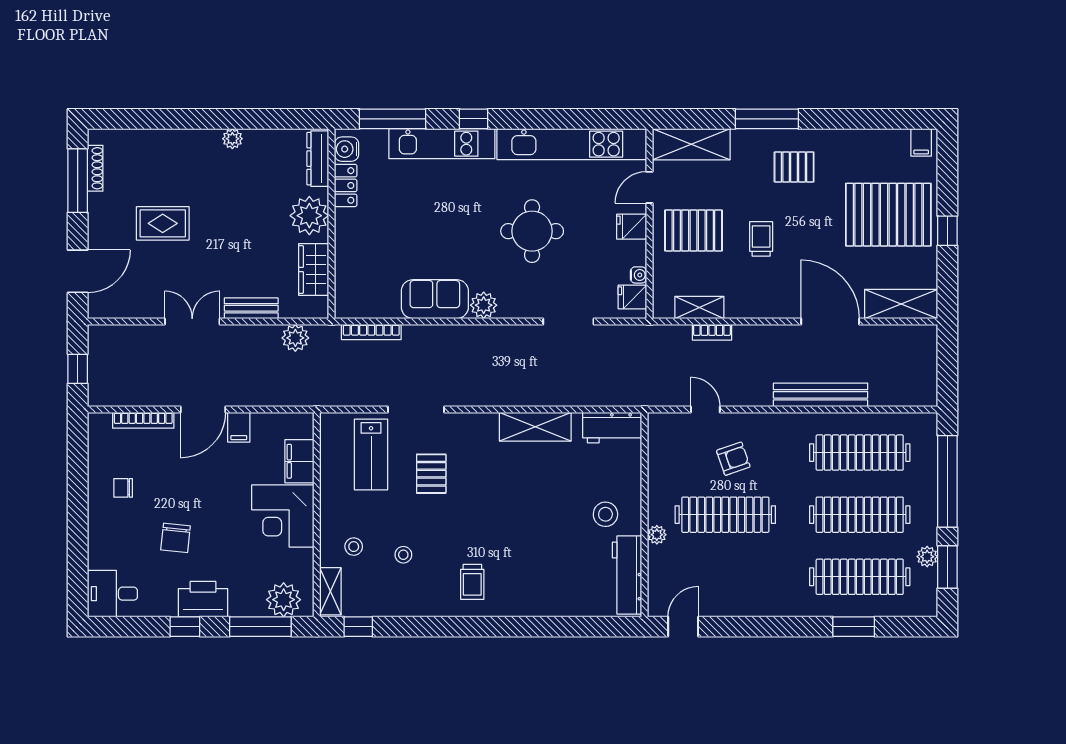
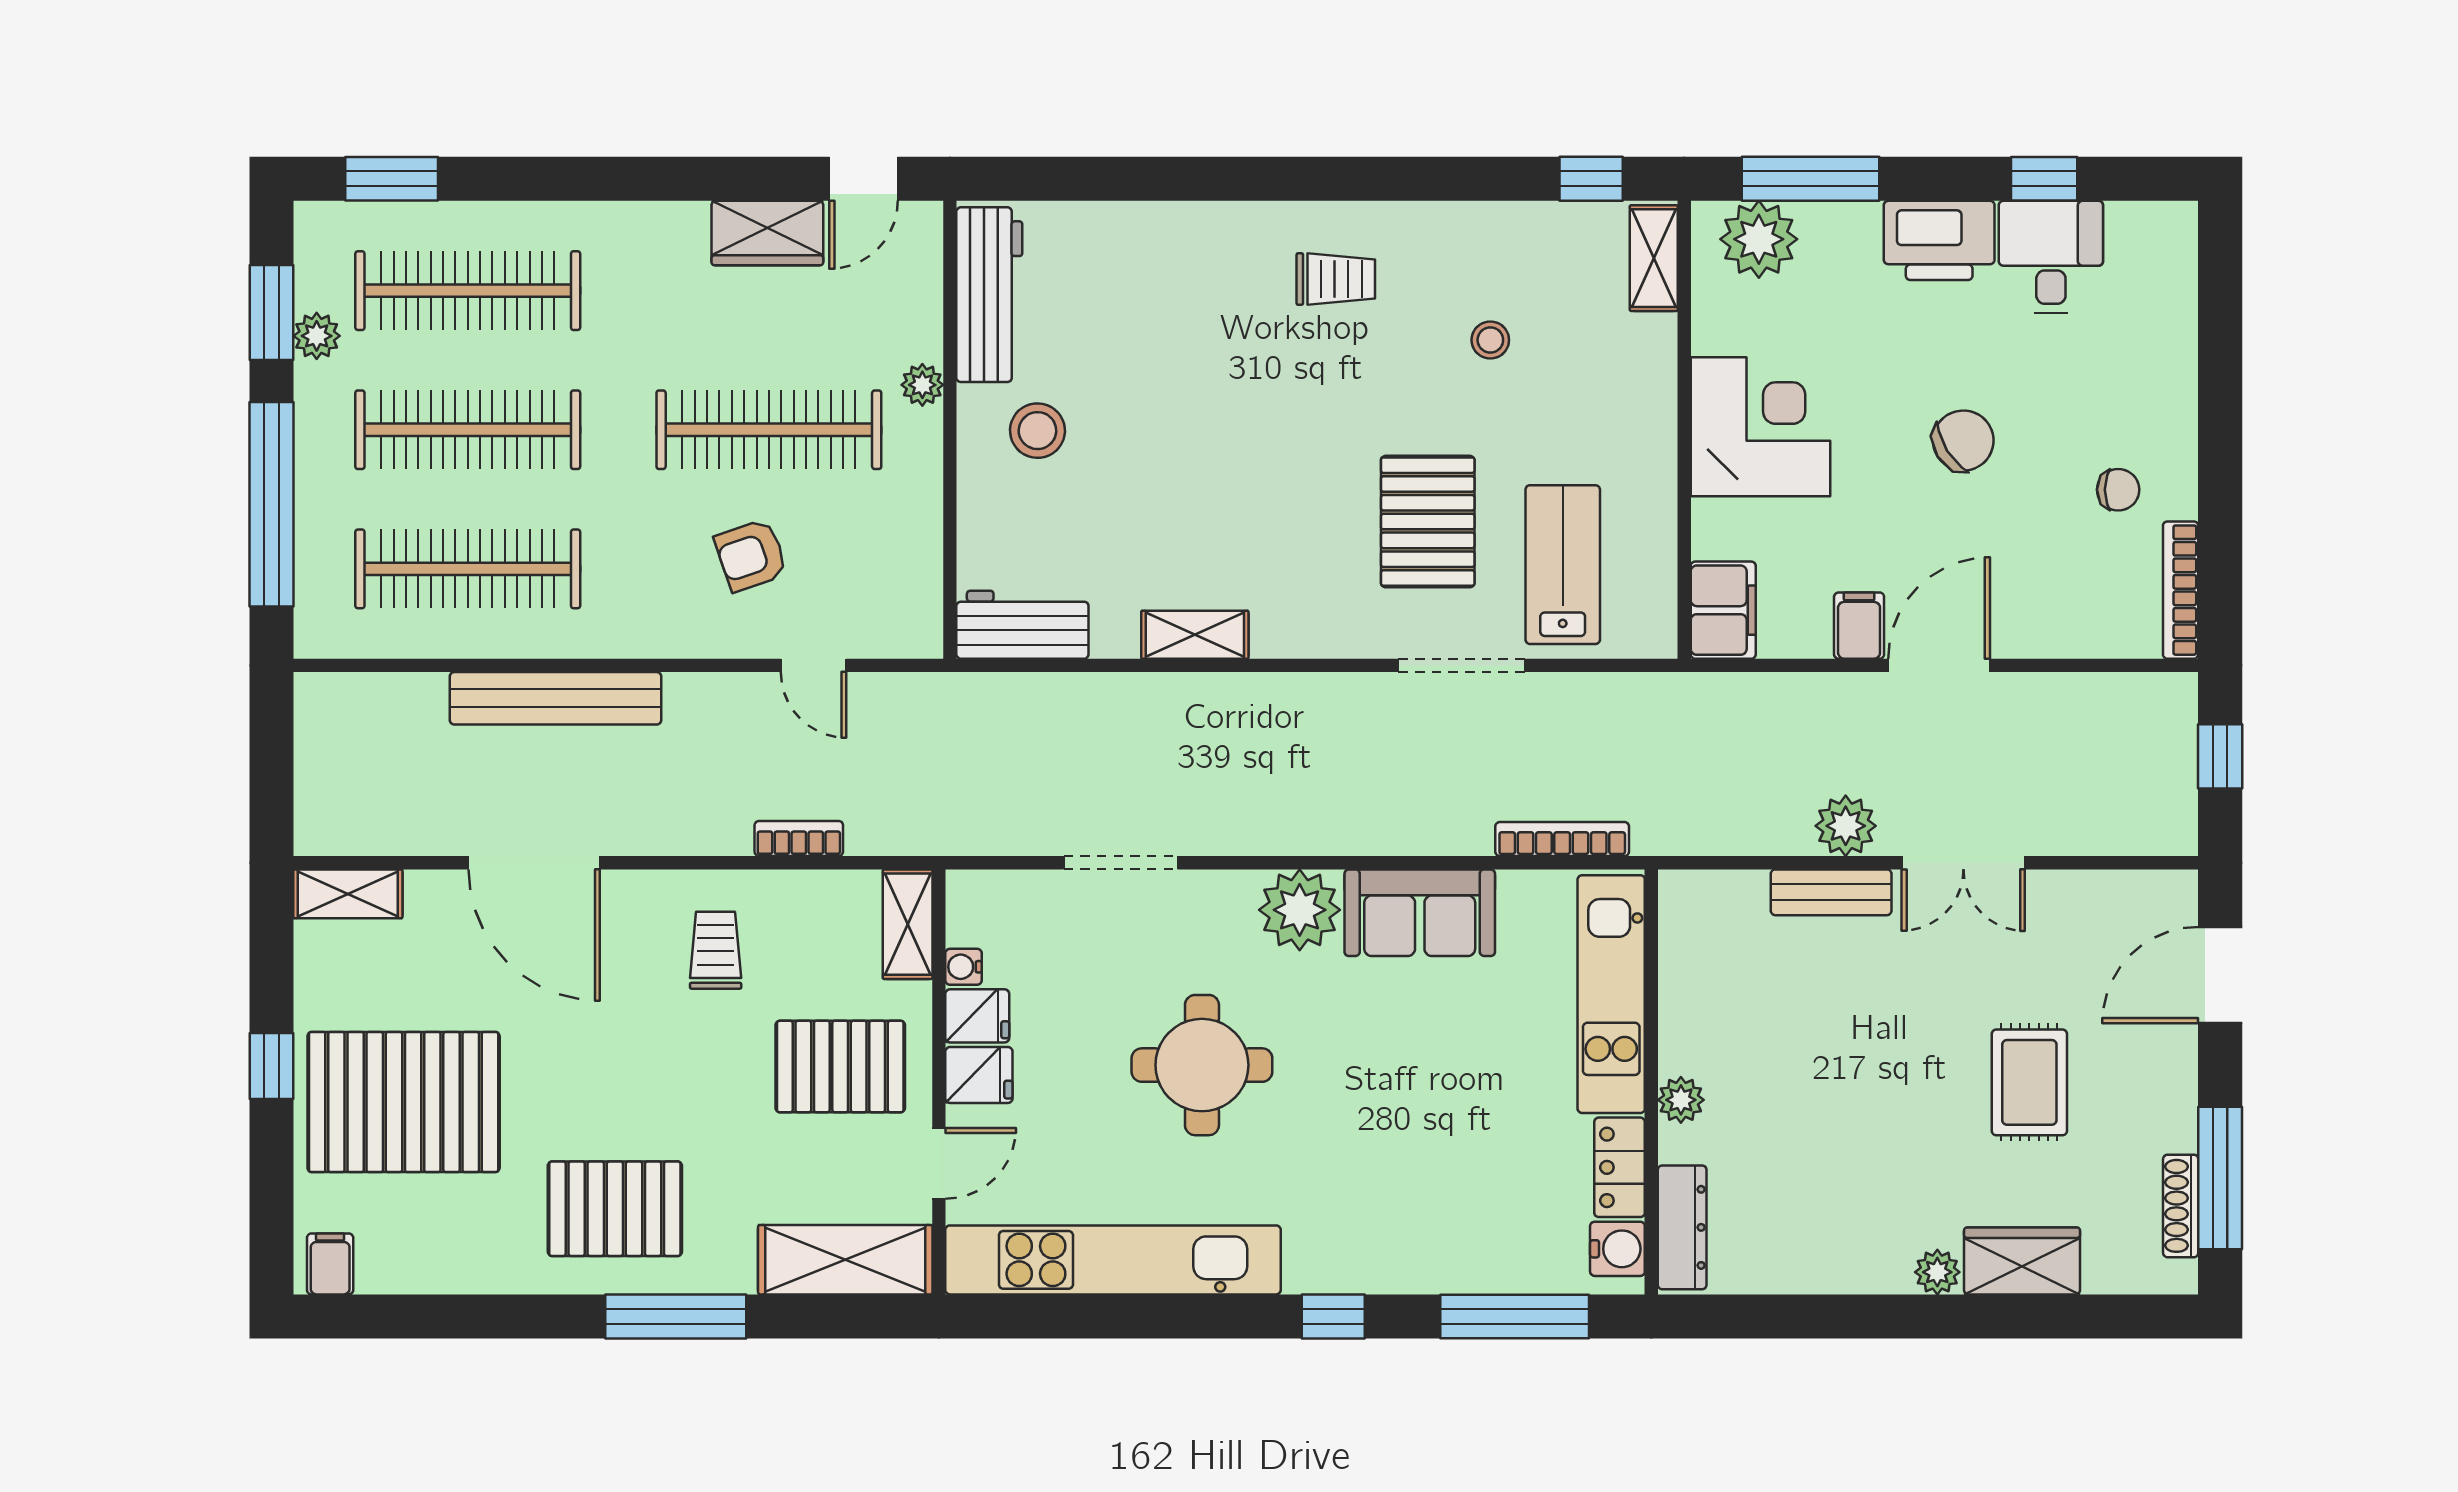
plant: (232, 139) -> (1937, 1272), moved
kitchen unit: (442, 144) -> (1611, 994), moved, turned -90
pallet: (794, 167) -> (615, 1209), width x1.50, depth x1.42
plant: (309, 216) -> (1681, 1100), width x0.53, depth x0.53
rug: (163, 223) -> (2029, 1082), turned 90
trolley: (761, 239) -> (716, 950), moved, turned 180
wardrobe: (314, 270) -> (2022, 1261), moved, turned -90
fridge: (632, 297) -> (977, 1016), moved
shelving: (901, 304) -> (348, 894), width x0.67, depth x0.75
plant: (484, 305) -> (1300, 910), width x1.36, depth x1.36
shelving: (699, 307) -> (908, 924), moved, turned 90
plant: (295, 338) -> (1846, 826), moved
bookcase: (143, 420) -> (2181, 590), moved, turned -90
shelving: (535, 427) -> (1195, 635), width x0.67, depth x0.75
filing cabinet: (299, 461) -> (1723, 610), moved
pallet: (431, 474) -> (1428, 522), width x1.50, depth x1.42
chair: (176, 538) -> (1963, 441), moved, turned 52
stool: (354, 547) -> (1602, 358), removed
trolley: (472, 582) -> (1336, 279), turned 90
desk: (112, 594) -> (2051, 257), moved, turned -90
wardrobe: (726, 602) -> (767, 233), added
window: (185, 627) -> (2044, 179), moved
window: (854, 627) -> (392, 179), moved

